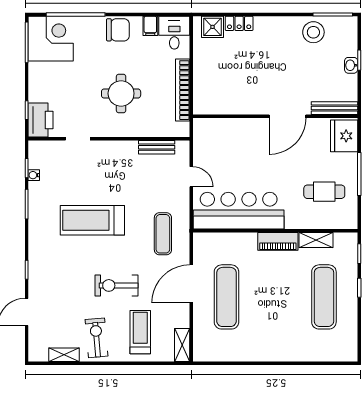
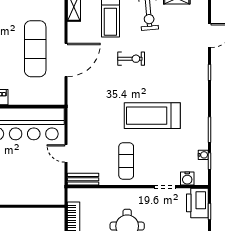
bench: (157, 147) -> (83, 179), moved
water cooler: (52, 148) -> (187, 179), added
treadmill: (92, 220) -> (152, 116), turned 180
exercise mat: (163, 234) -> (126, 161), moved
exercise bike: (116, 285) -> (131, 59), width x0.73, depth x0.72

